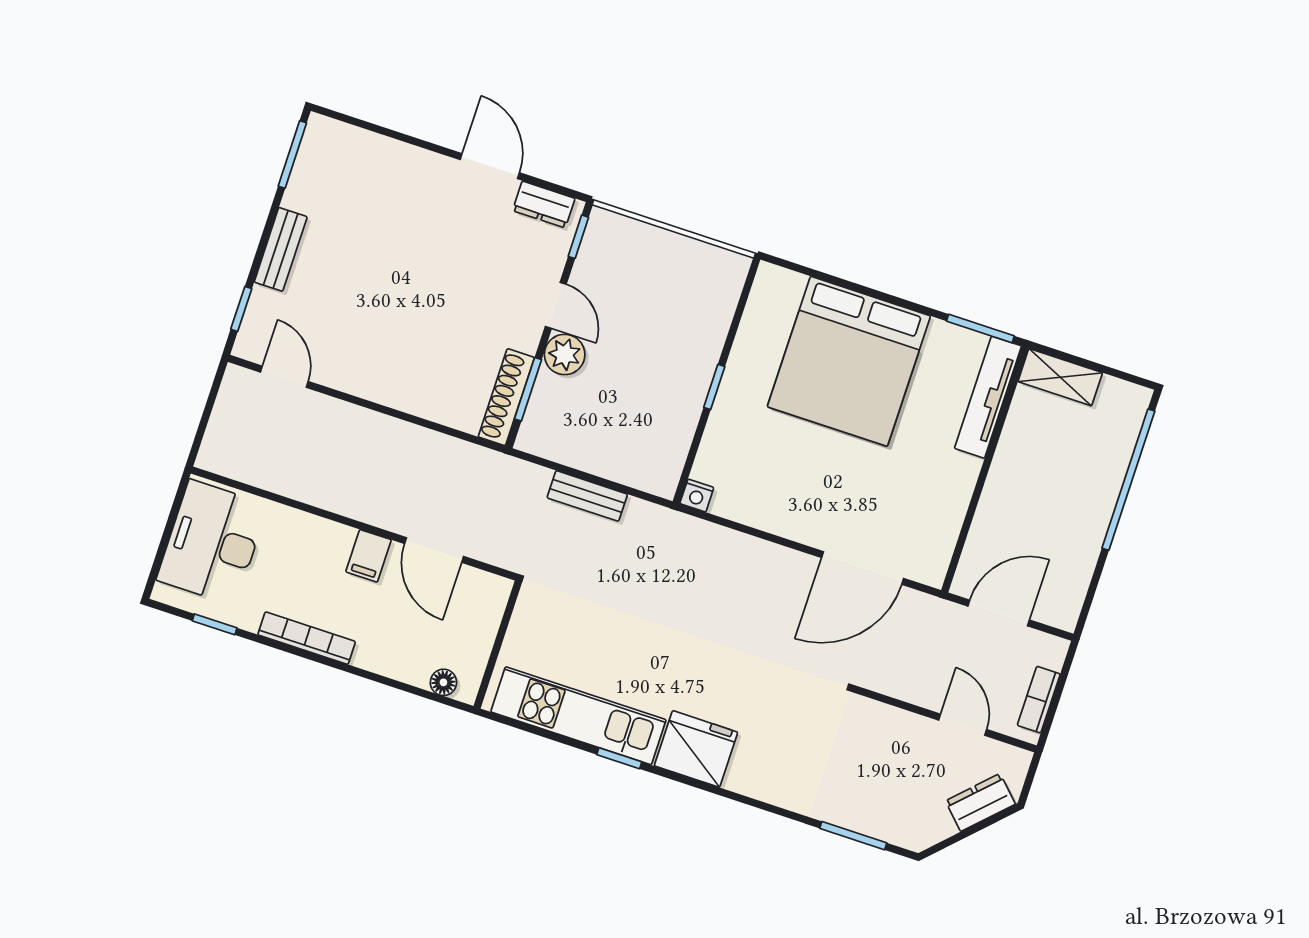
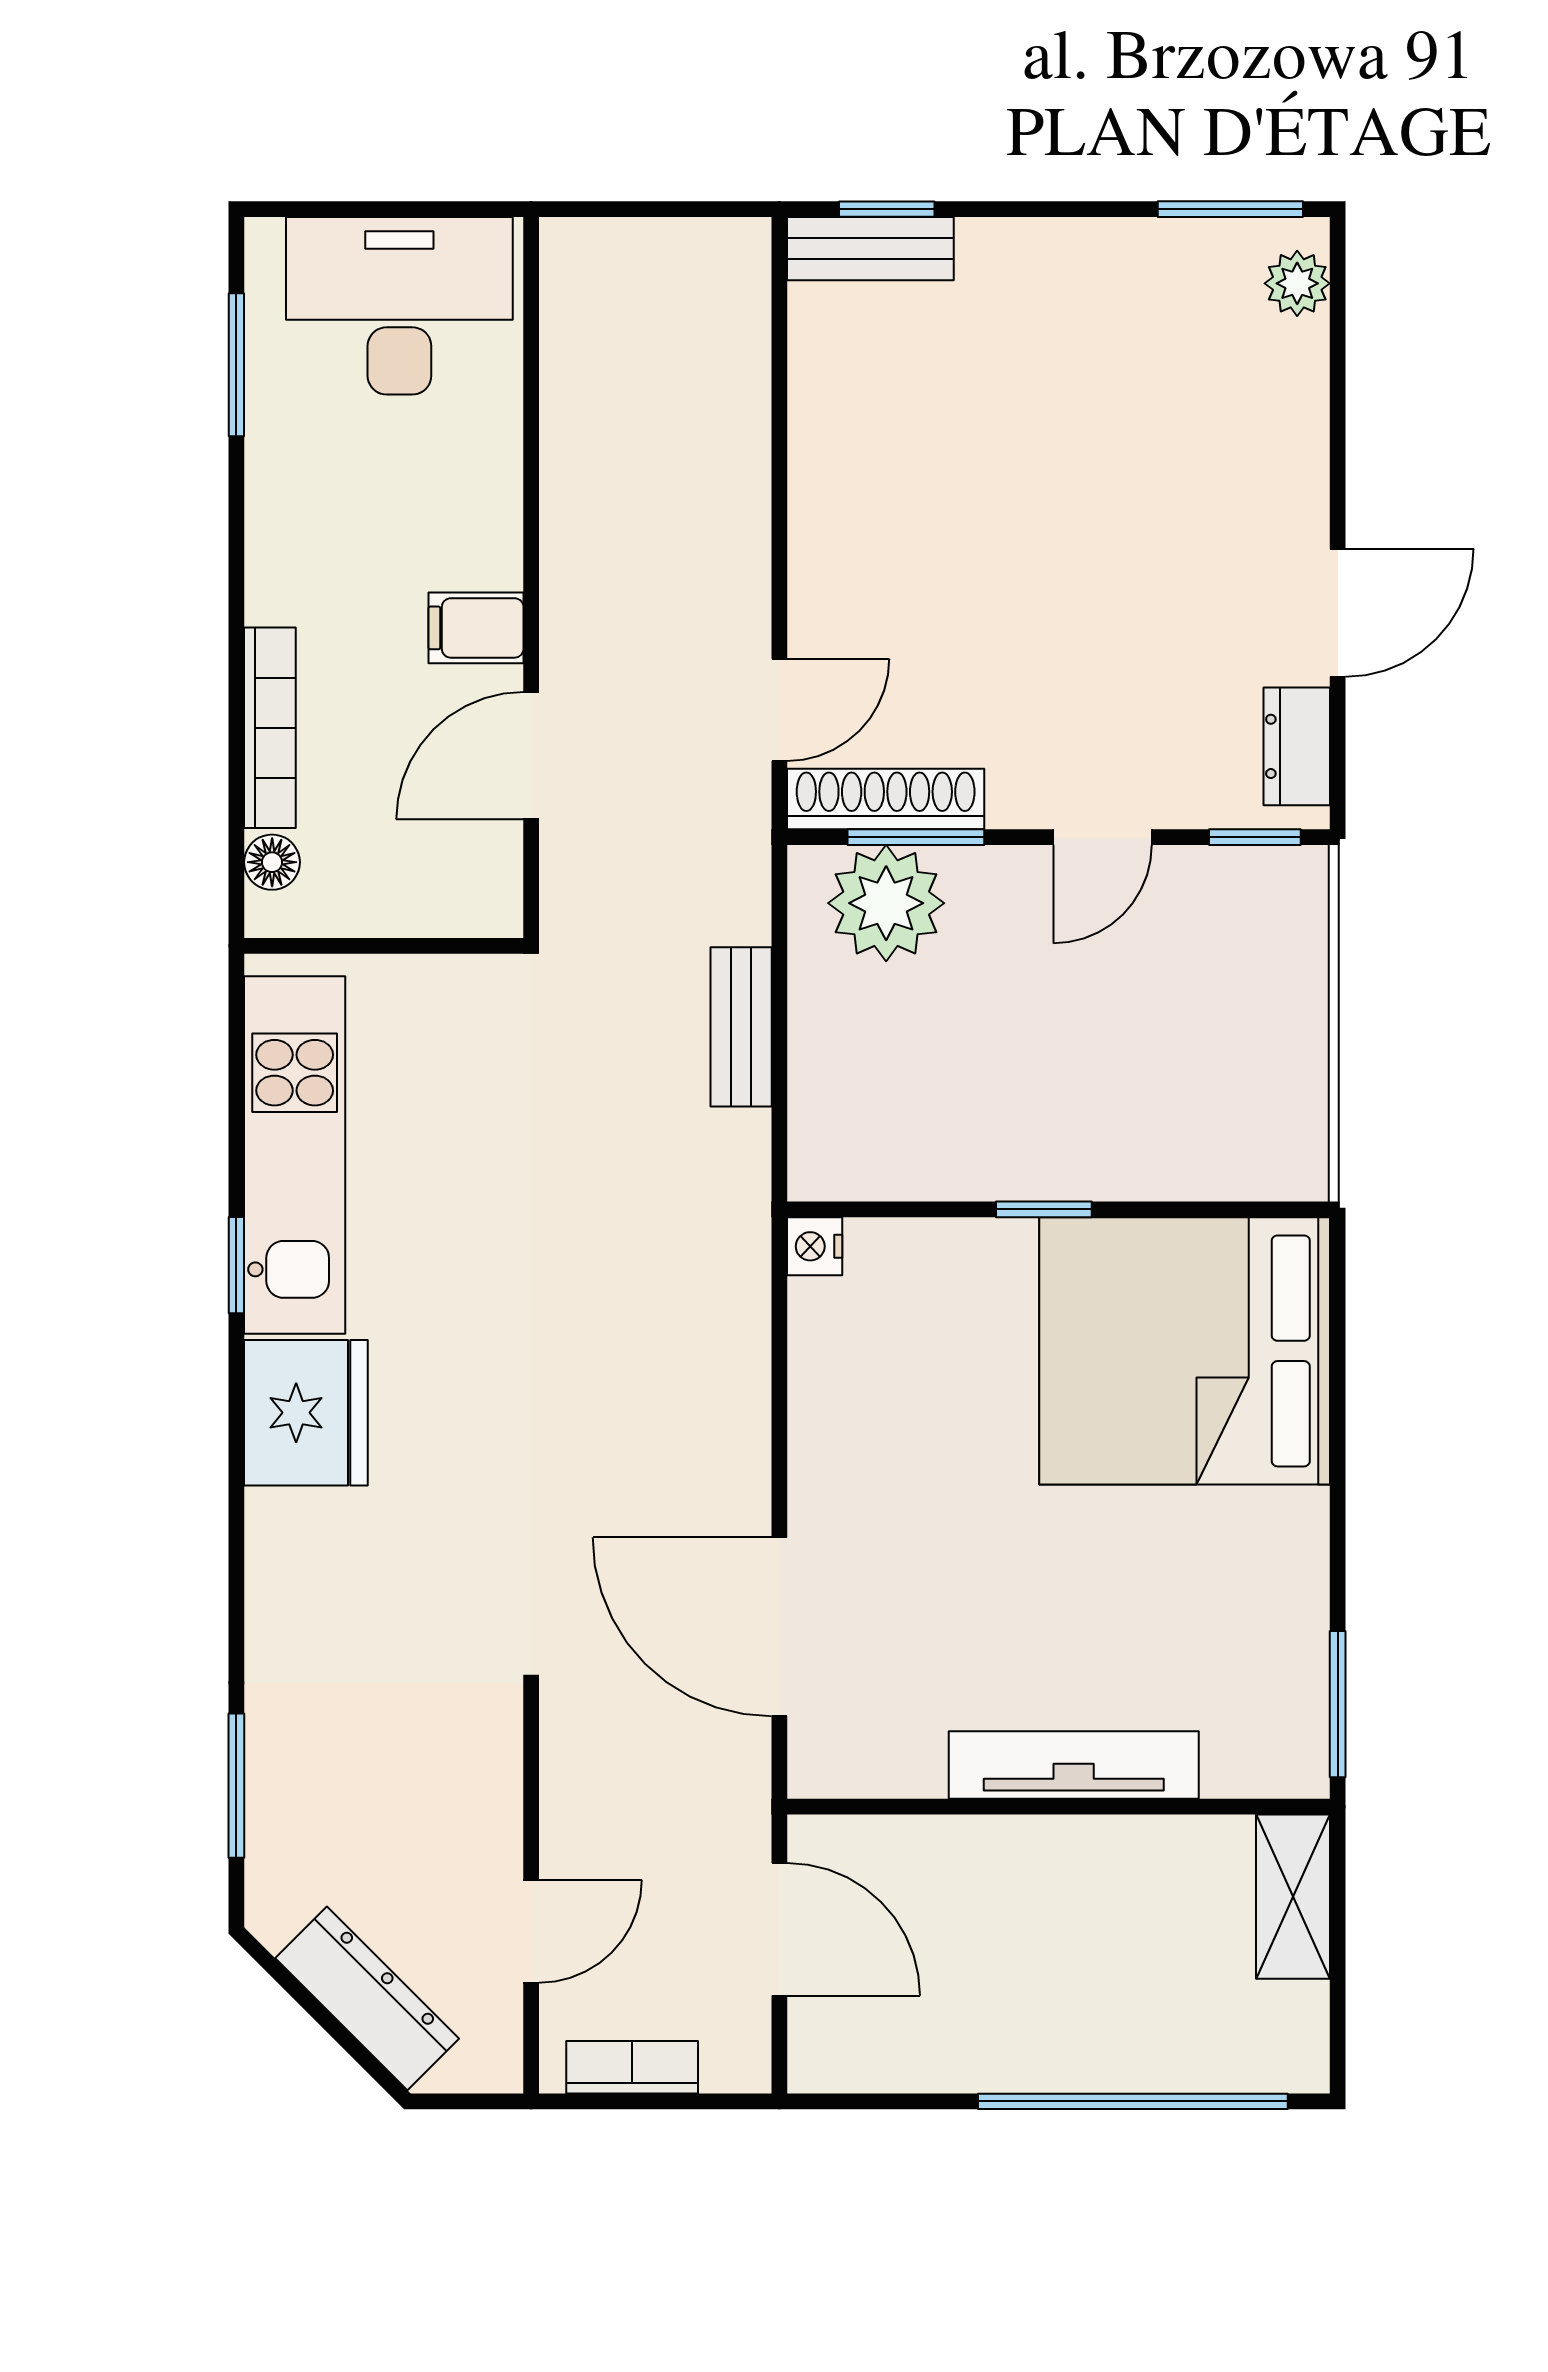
plant: (336, 135) -> (1297, 283), added
bench: (281, 249) -> (870, 249), moved
plant: (565, 355) -> (886, 903), moved, width x1.36, depth x1.36
bed: (849, 361) -> (1185, 1351), moved
door: (284, 377) -> (779, 710), moved
tv unit: (988, 397) -> (1074, 1765), moved
window: (215, 624) -> (236, 365), width x1.50
bookcase: (307, 638) -> (270, 728), moved
dresser: (980, 802) -> (367, 1998), width x1.44

